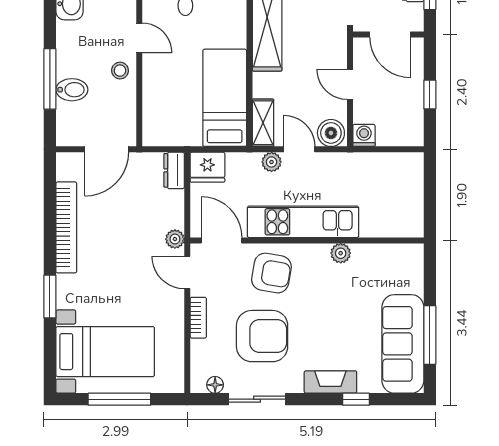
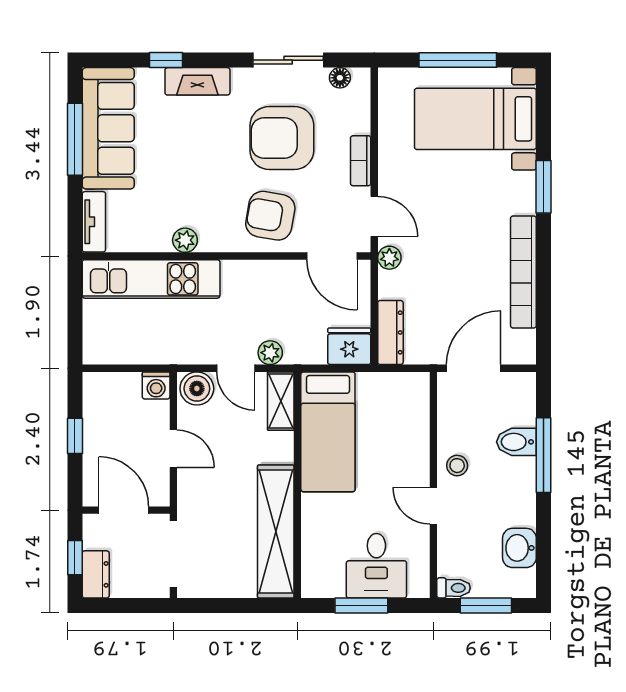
dresser: (174, 170) -> (390, 332), width x1.44
kitchen unit: (303, 222) -> (151, 279), moved
tv unit: (414, 268) -> (94, 222), added

